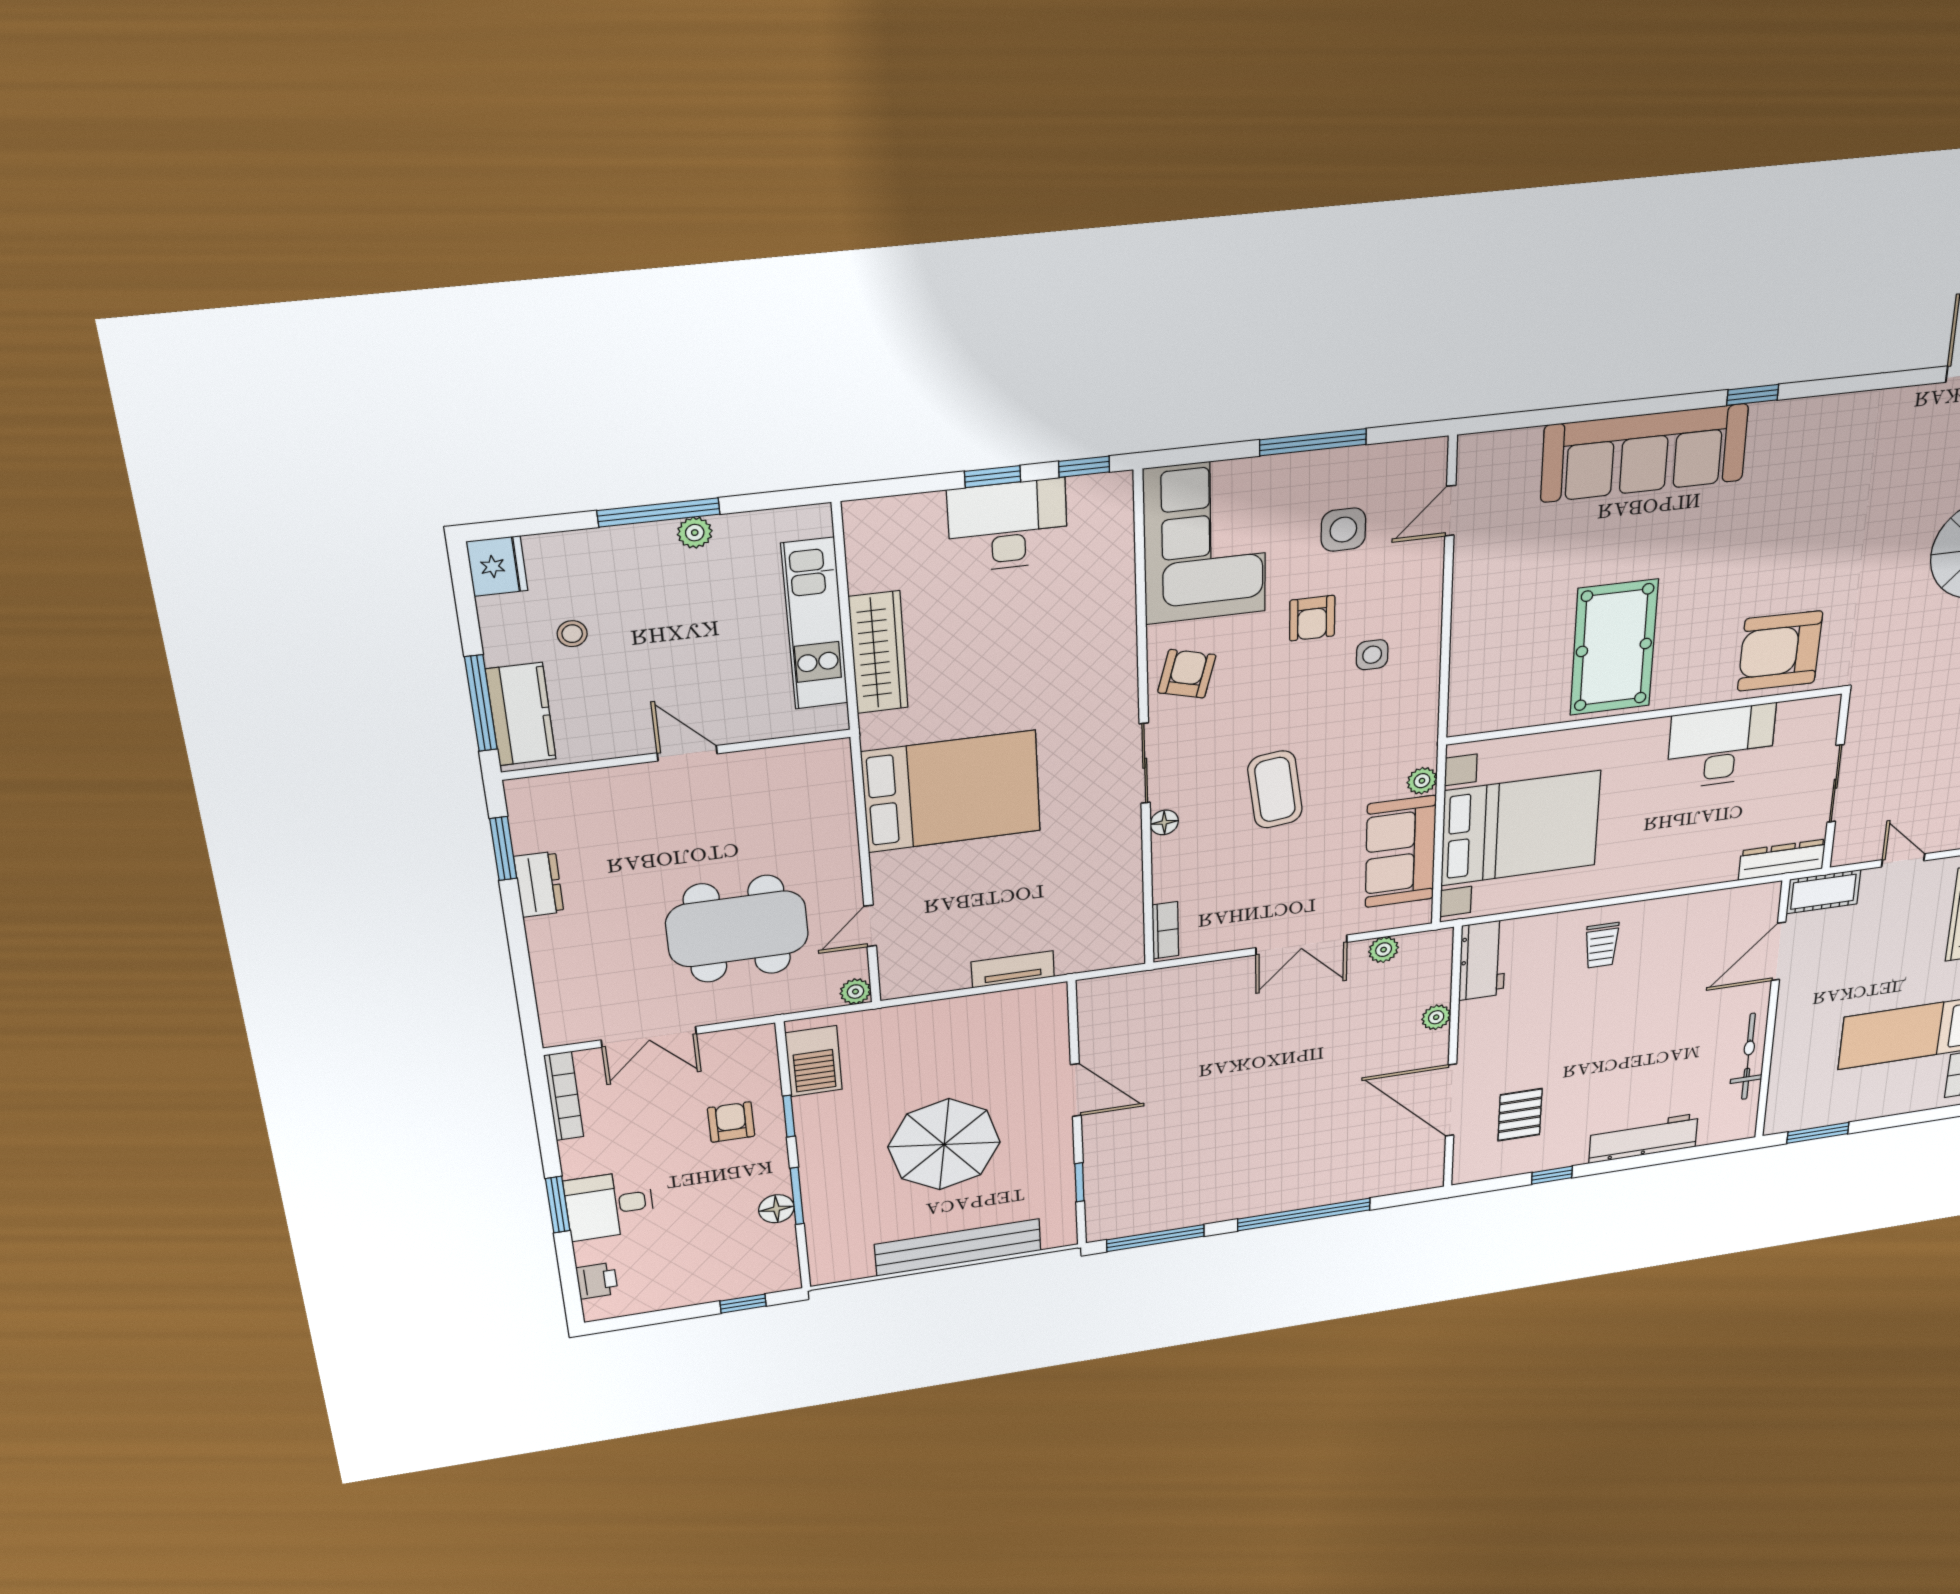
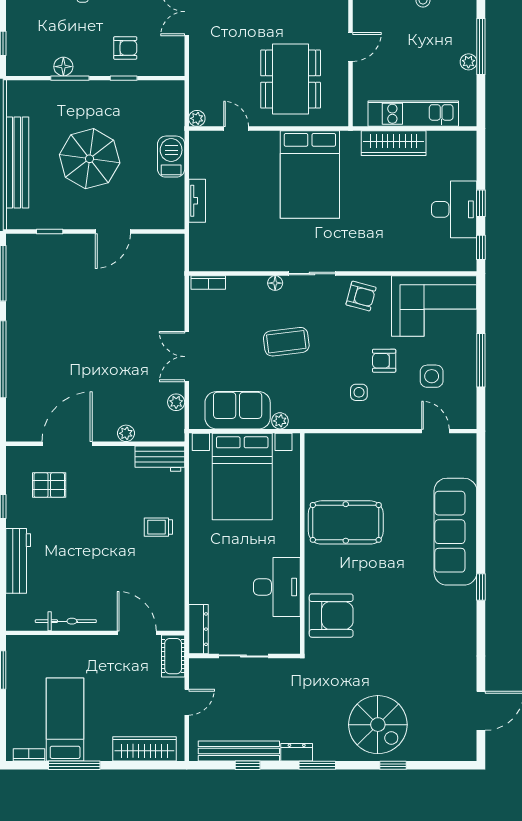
armchair: (1780, 651) -> (331, 616), turned 89
dining table: (737, 929) -> (291, 79), moved
barbecue: (814, 1061) -> (171, 157), moved, turned 90

